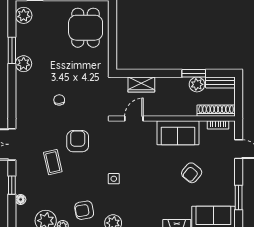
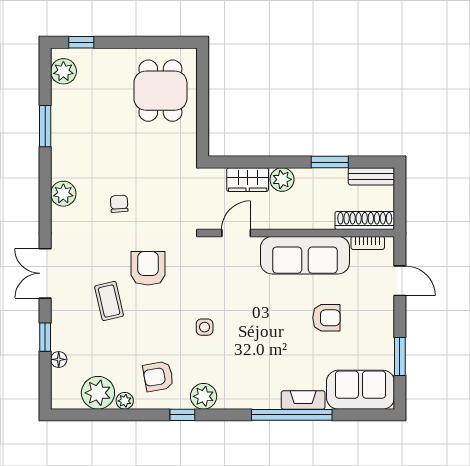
plant: (24, 64) -> (63, 194), moved
plant: (197, 84) -> (282, 179), moved
sofa: (178, 133) -> (305, 255), width x1.36
armchair: (192, 173) -> (326, 318), turned -130

